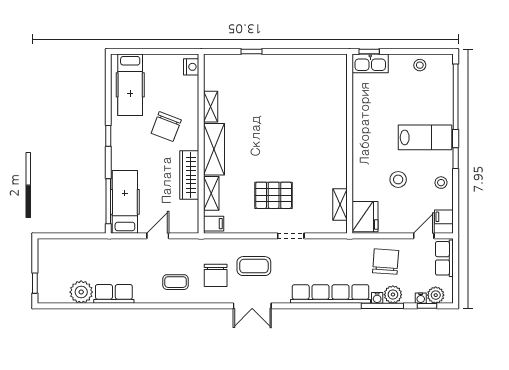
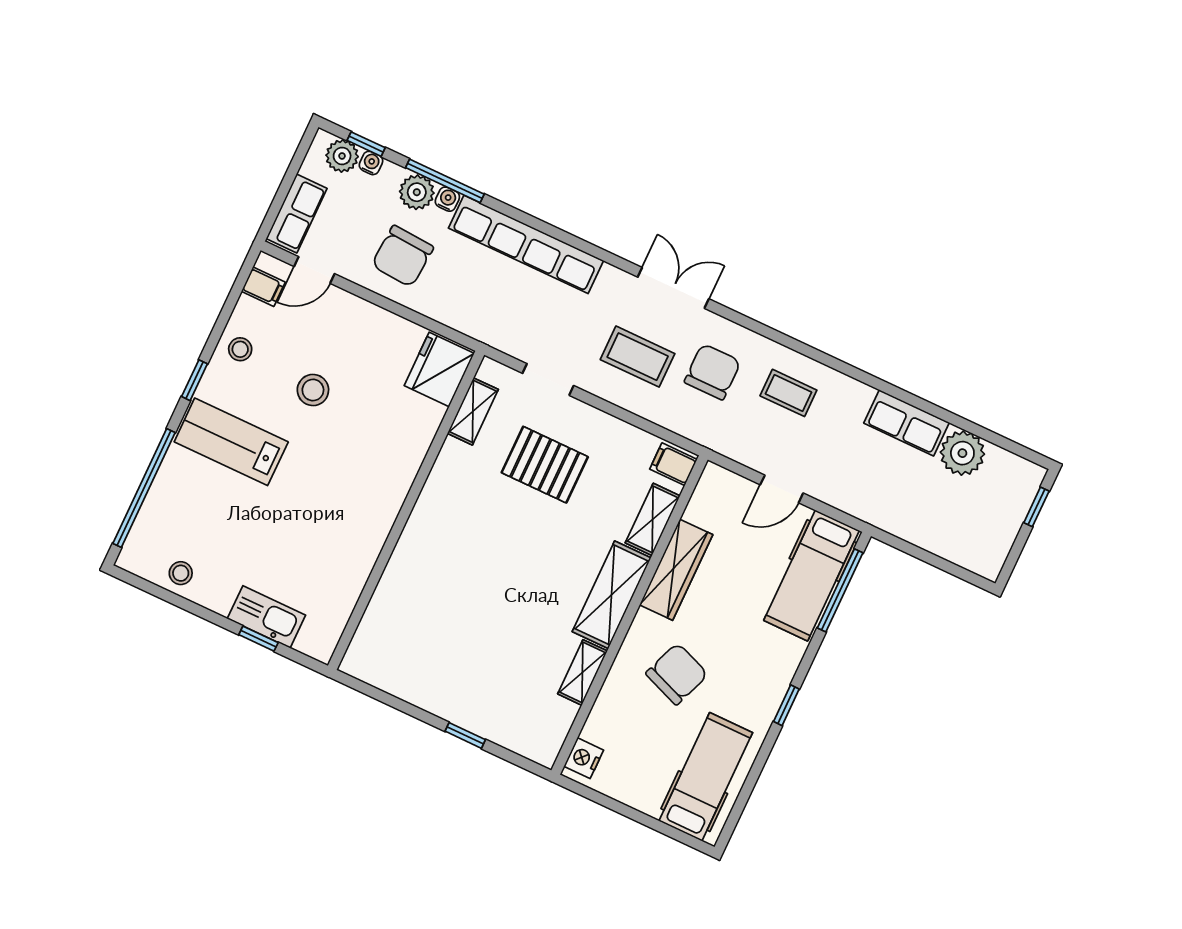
wall: (350, 144) -> (406, 510), moved
shelving: (340, 204) -> (473, 411), moved
fridge: (365, 217) -> (439, 369), moved

